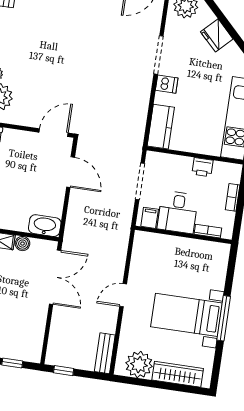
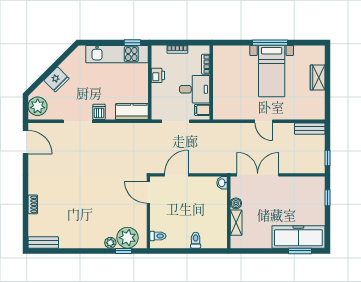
washbasin: (45, 226) -> (222, 183), width x0.52, depth x0.69
plant: (139, 365) -> (315, 101), removed
wardrobe: (178, 374) -> (318, 77), width x0.67

